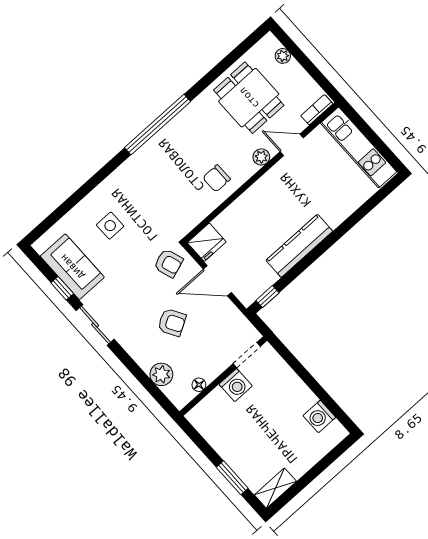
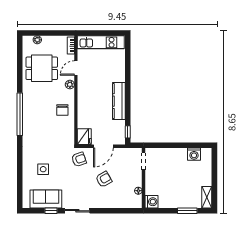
plant: (161, 374) -> (121, 202), removed
washing machine: (236, 385) -> (152, 202), moved

